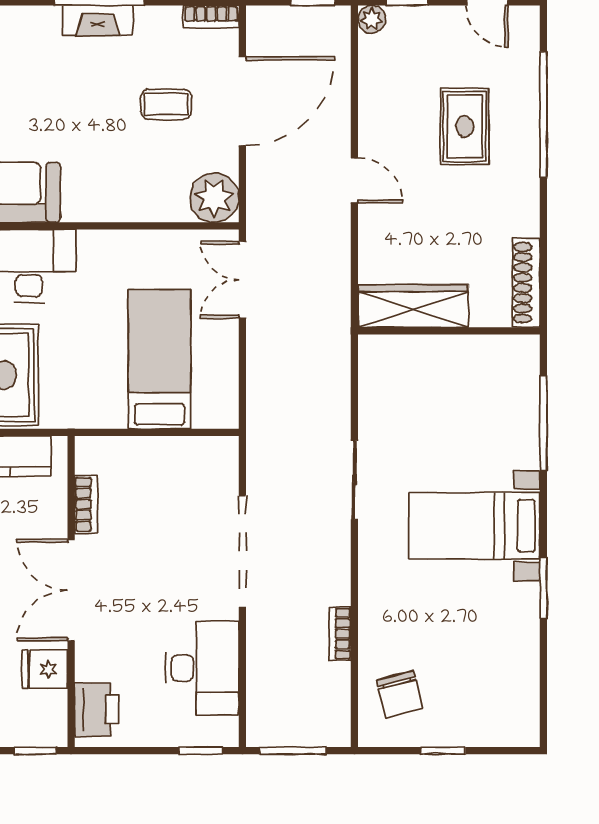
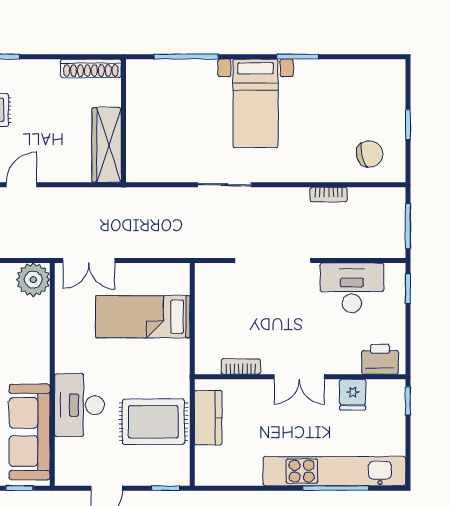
double door: (71, 590) -> (299, 377), width x0.73

